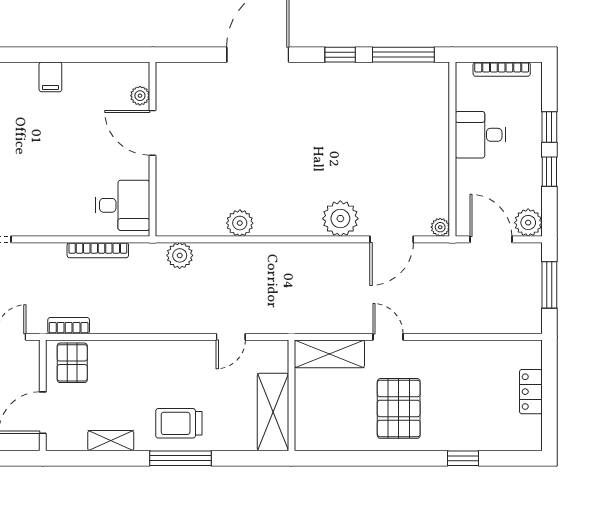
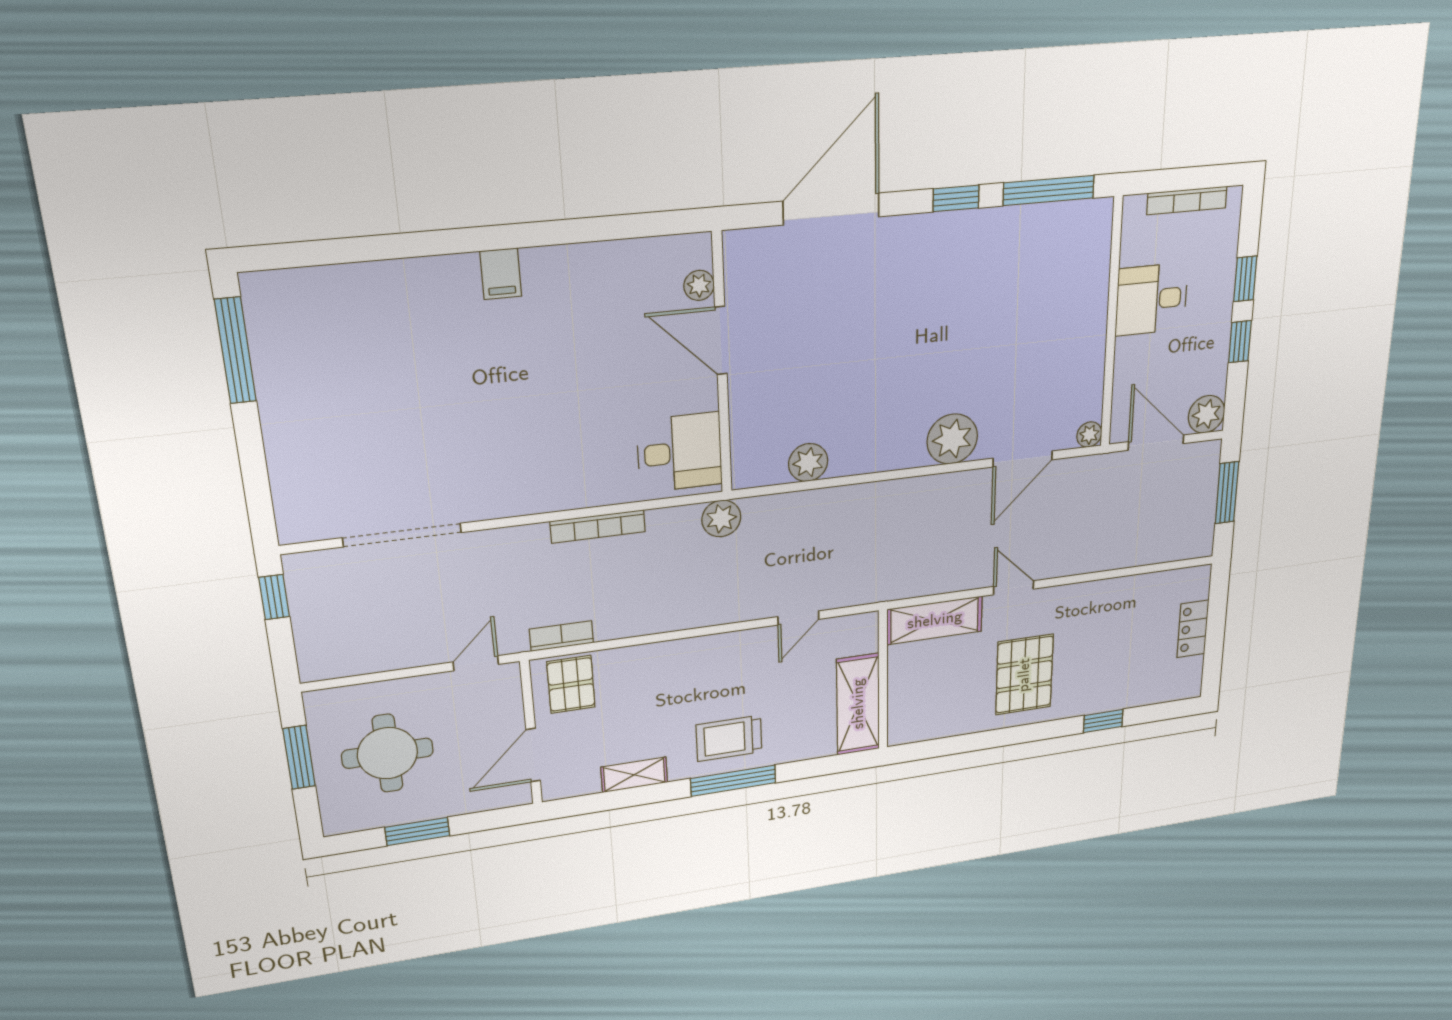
plant: (140, 96) -> (699, 285), moved
door: (152, 133) -> (721, 340), moved
wall: (152, 149) -> (722, 365), moved
desk: (122, 205) -> (680, 452), moved

